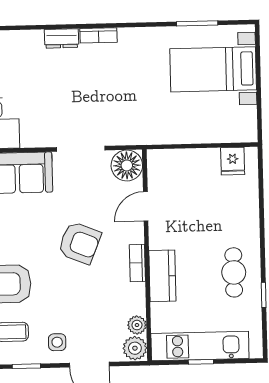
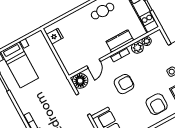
door: (146, 206) -> (94, 64), hinge flipped
armchair: (79, 243) -> (124, 84), turned 68
plant: (135, 348) -> (137, 48), moved

